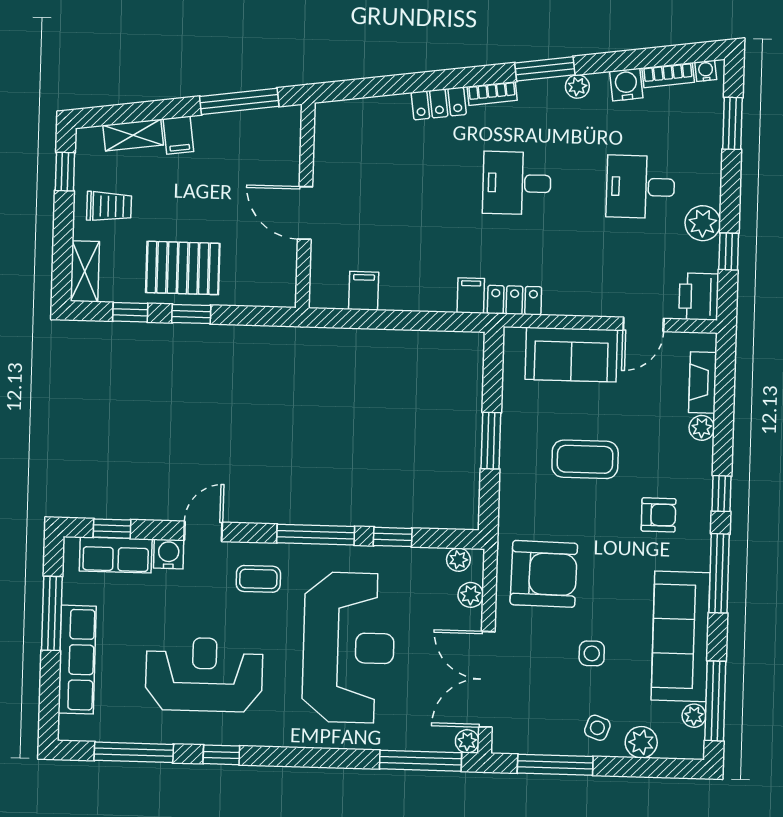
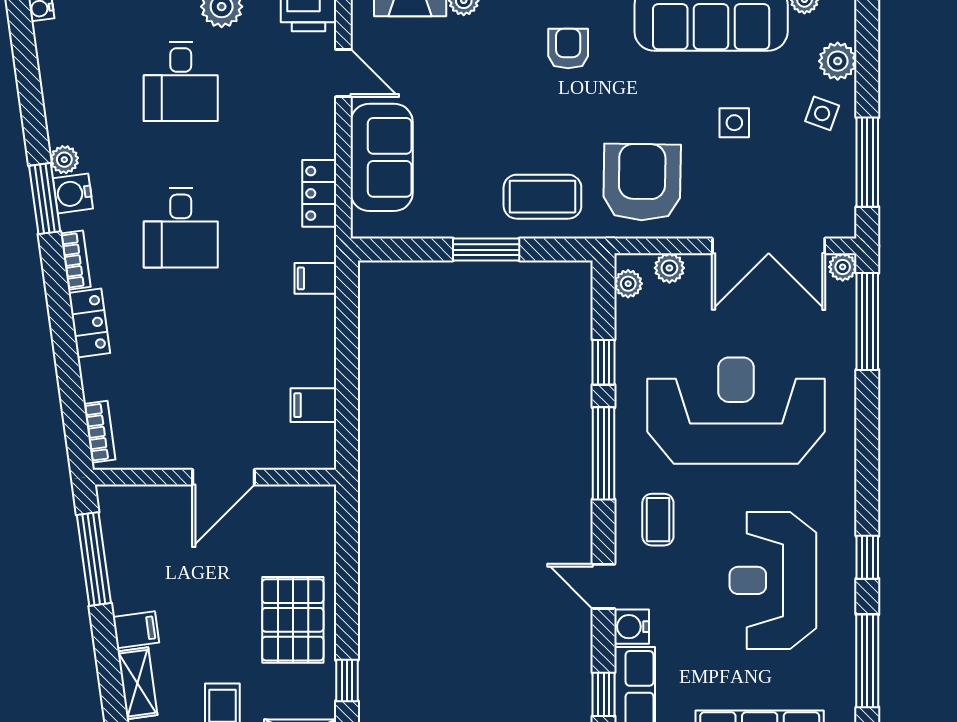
bookcase: (668, 75) -> (99, 432), moved
water cooler: (626, 85) -> (73, 193), moved
locker: (514, 300) -> (319, 193), moved
window: (191, 314) -> (347, 608), removed
coffee table: (585, 459) -> (542, 197), moved, turned 90

